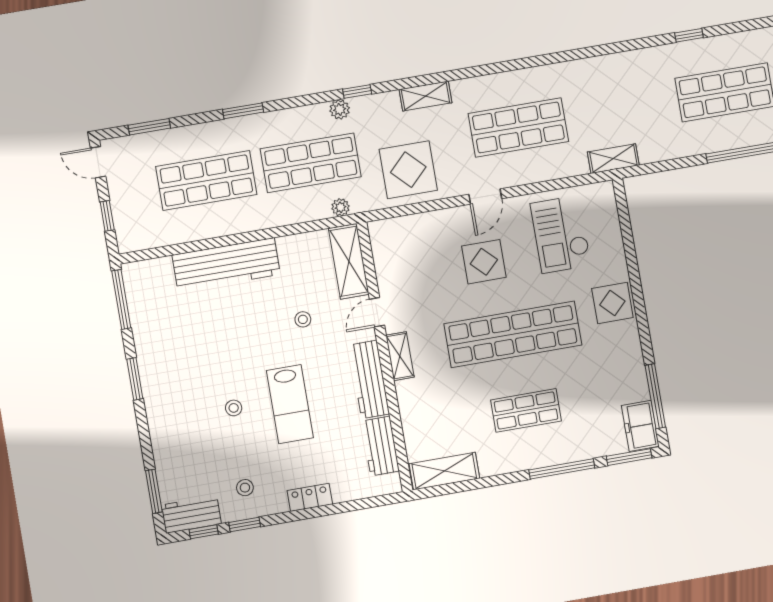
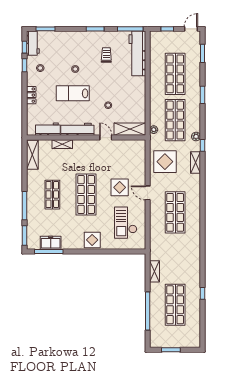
shelving: (425, 96) -> (196, 163), moved
shelving: (613, 159) -> (155, 271), moved
checkout: (561, 234) -> (126, 223), turned -90
workbench: (226, 265) -> (137, 53), moved
shop shelf: (513, 334) -> (86, 195), width x0.71
trolley: (190, 343) -> (106, 55), added
shelving: (400, 356) -> (62, 144), moved
freezer: (640, 426) -> (51, 243), moved

